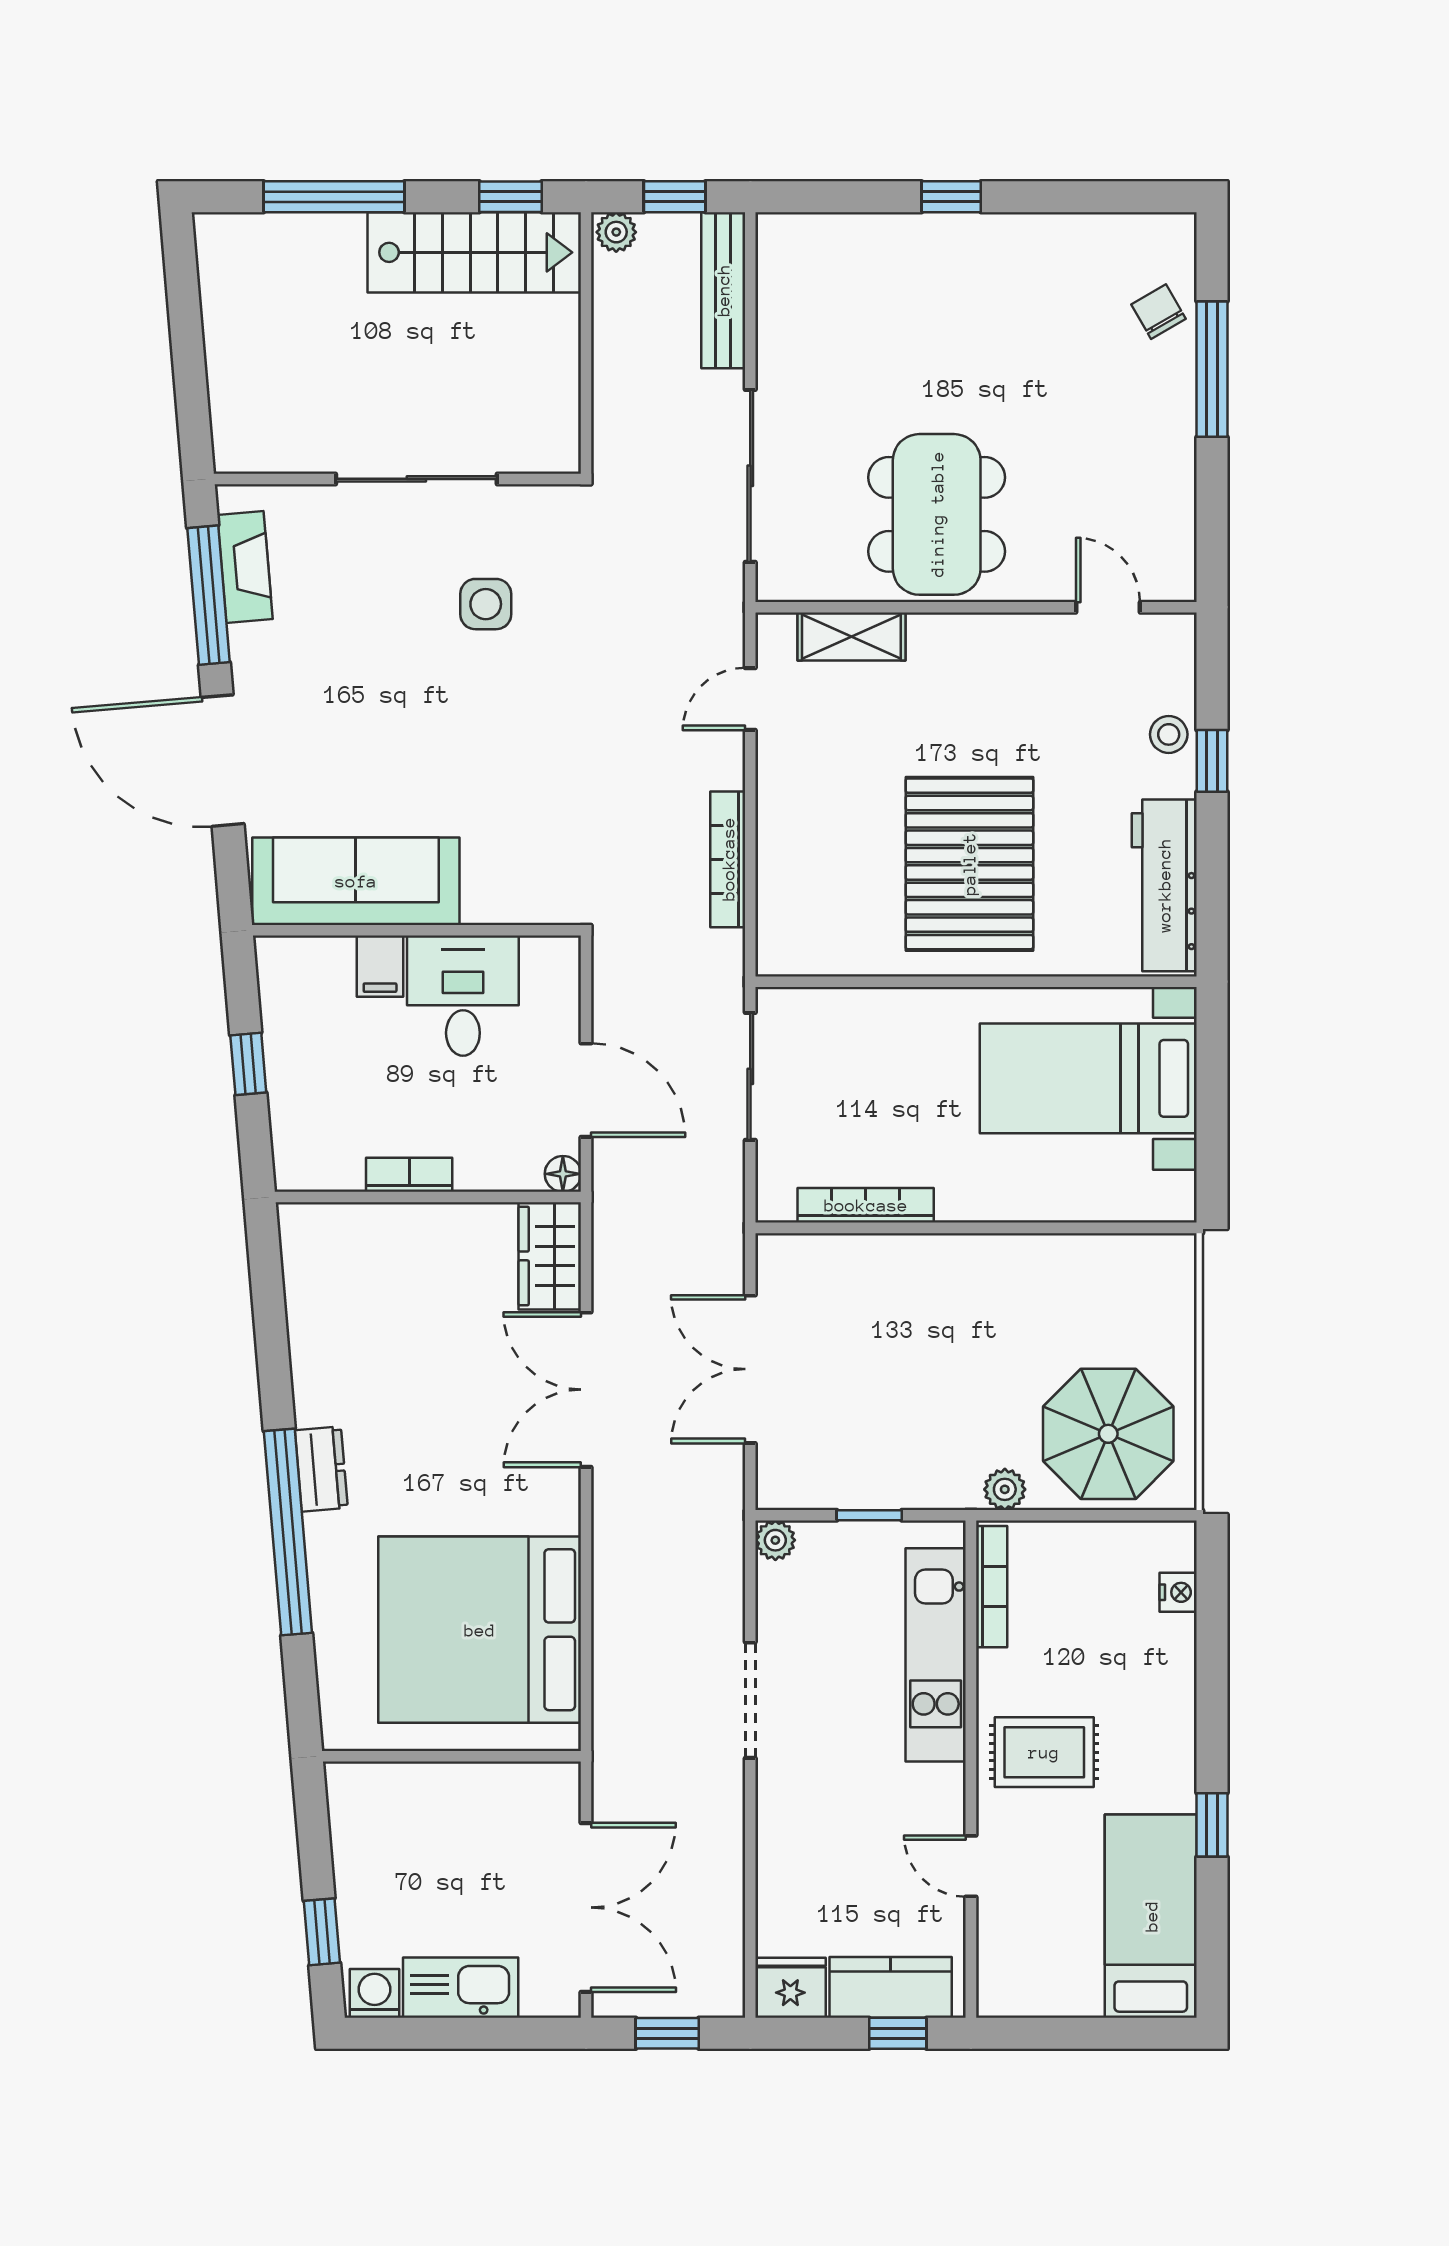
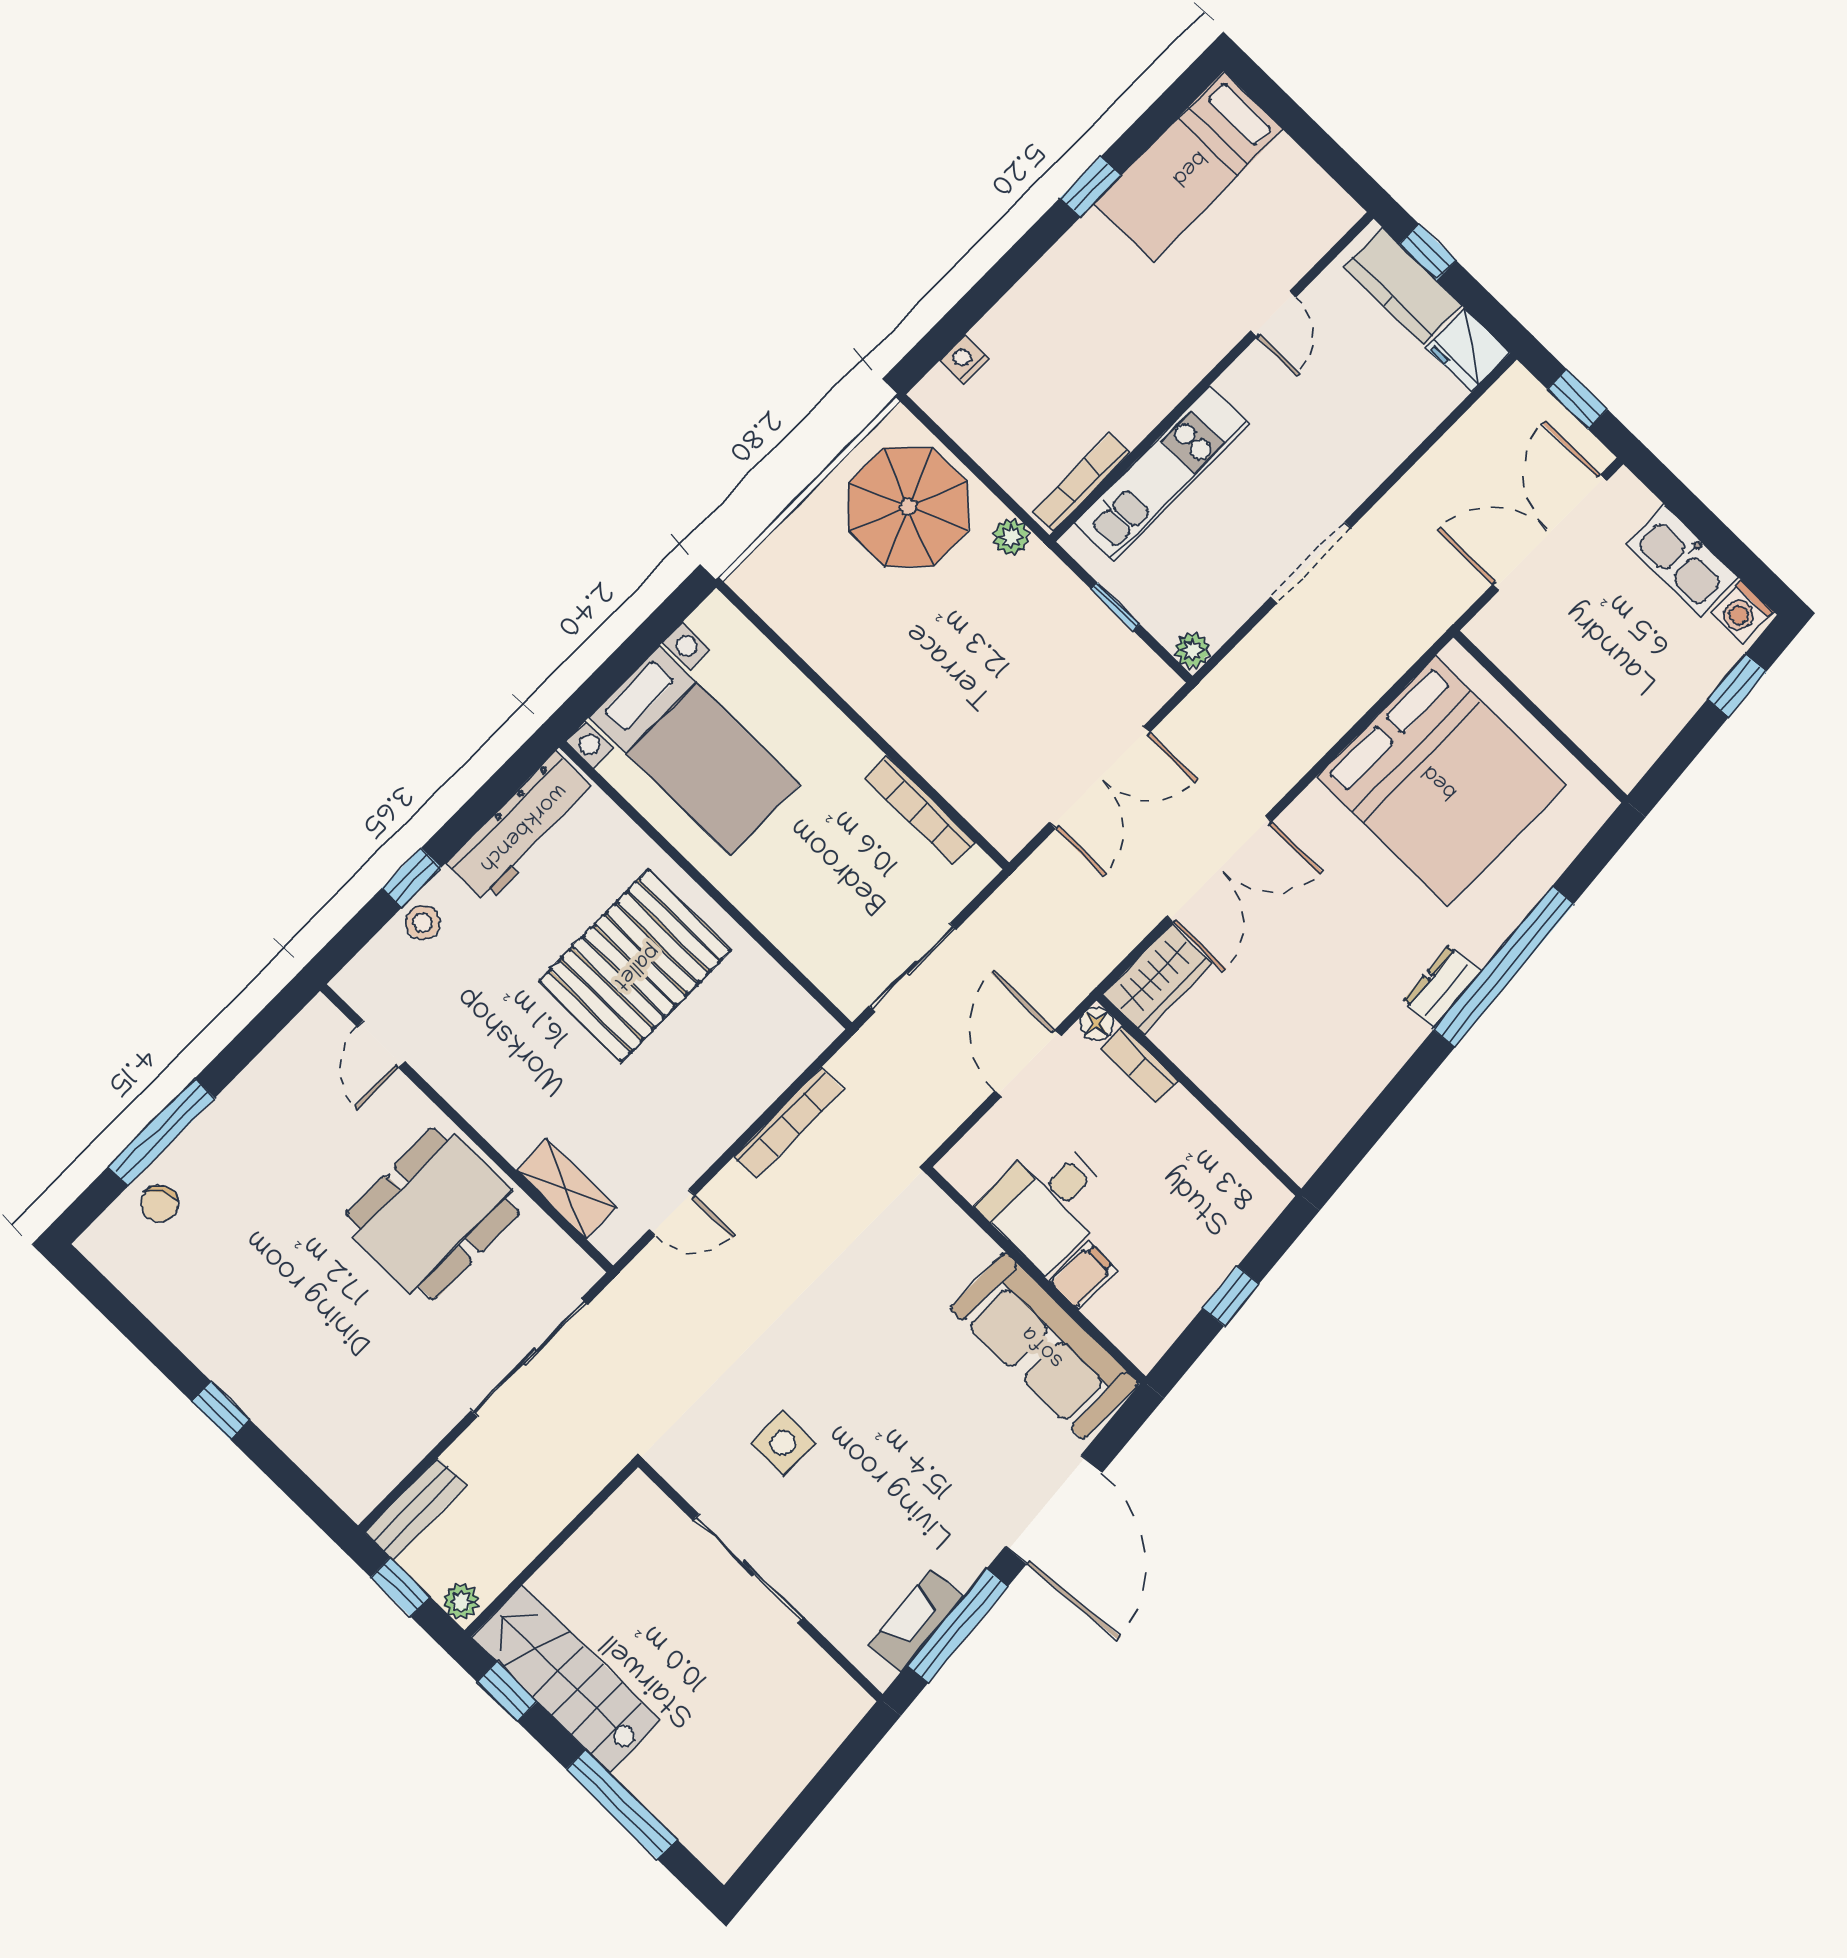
bench: (723, 290) -> (415, 1509), width x0.73
bookcase: (409, 1175) -> (1139, 1065), moved
rug: (1044, 1752) -> (1153, 341), removed

